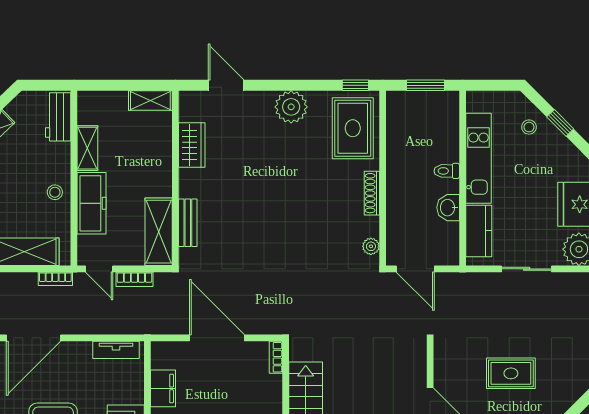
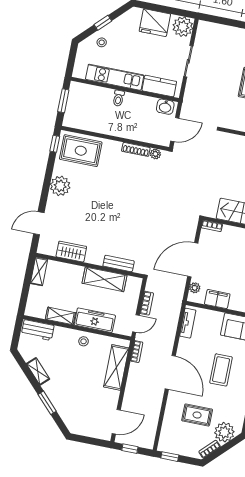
shoe rack: (372, 193) -> (136, 149), moved
washbasin: (448, 208) -> (165, 107), moved
shelving: (159, 232) -> (104, 279), moved
plant: (174, 350) -> (195, 288), added

